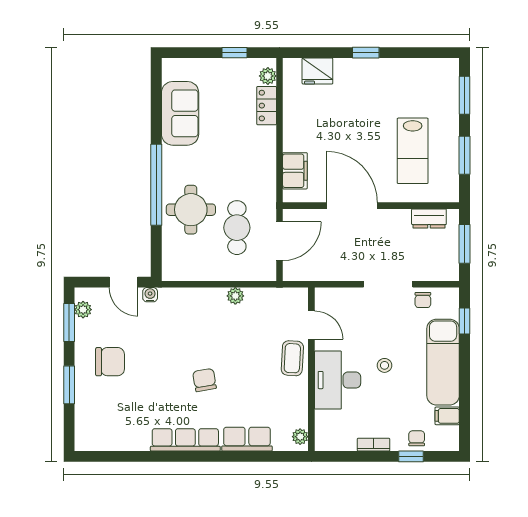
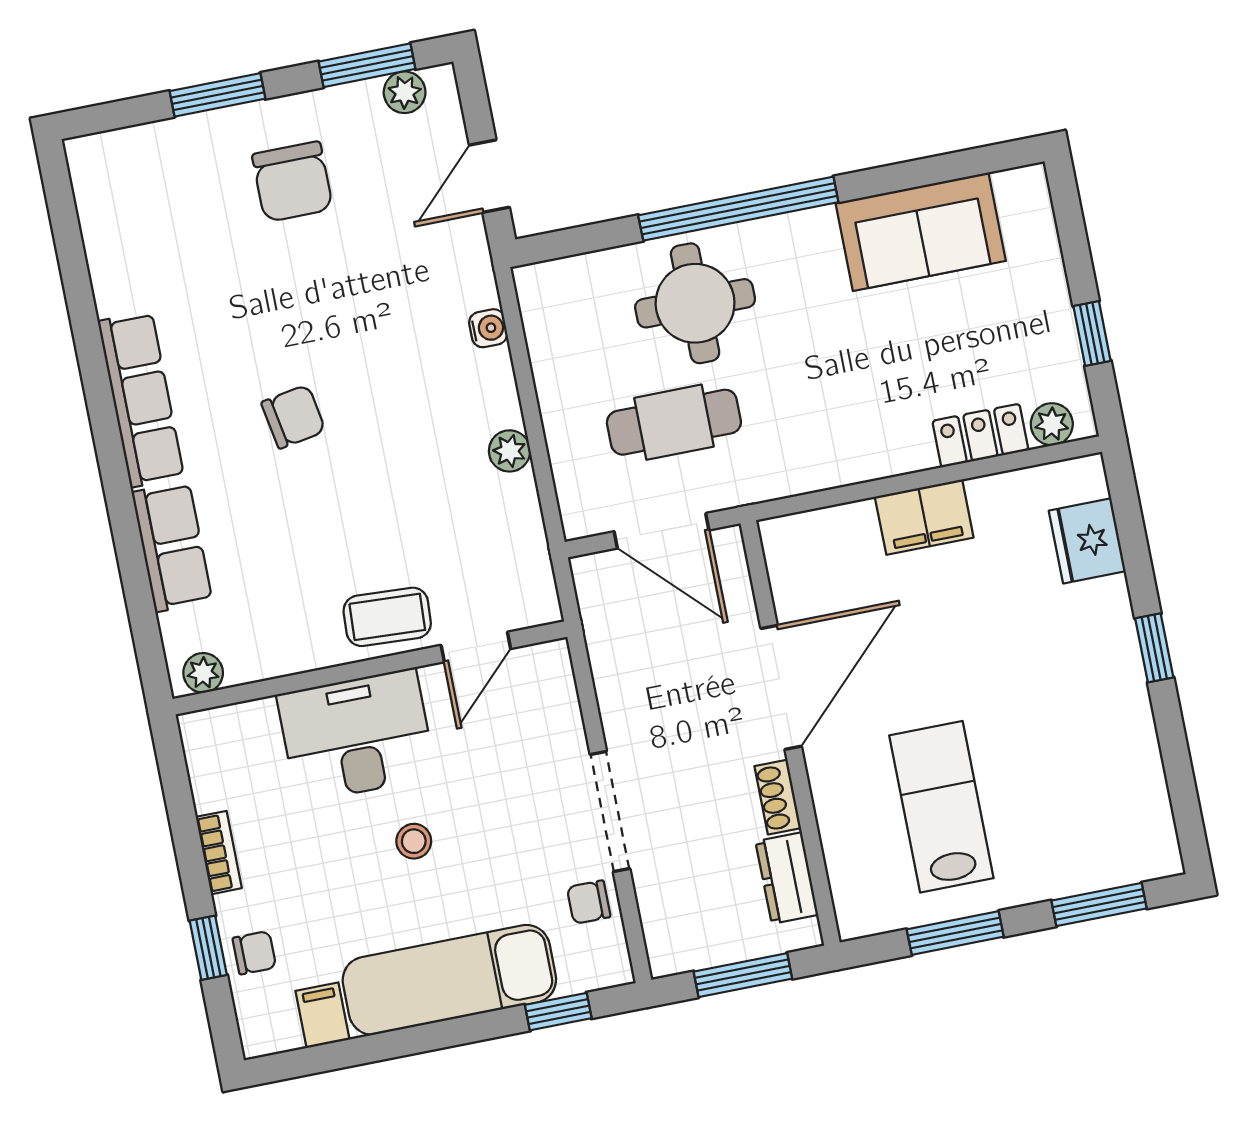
lab bench: (413, 151) -> (941, 807), turned 90
filing cabinet: (295, 171) -> (924, 517), moved
shoe rack: (396, 216) -> (778, 797), added
water cooler: (150, 295) -> (488, 328), moved

